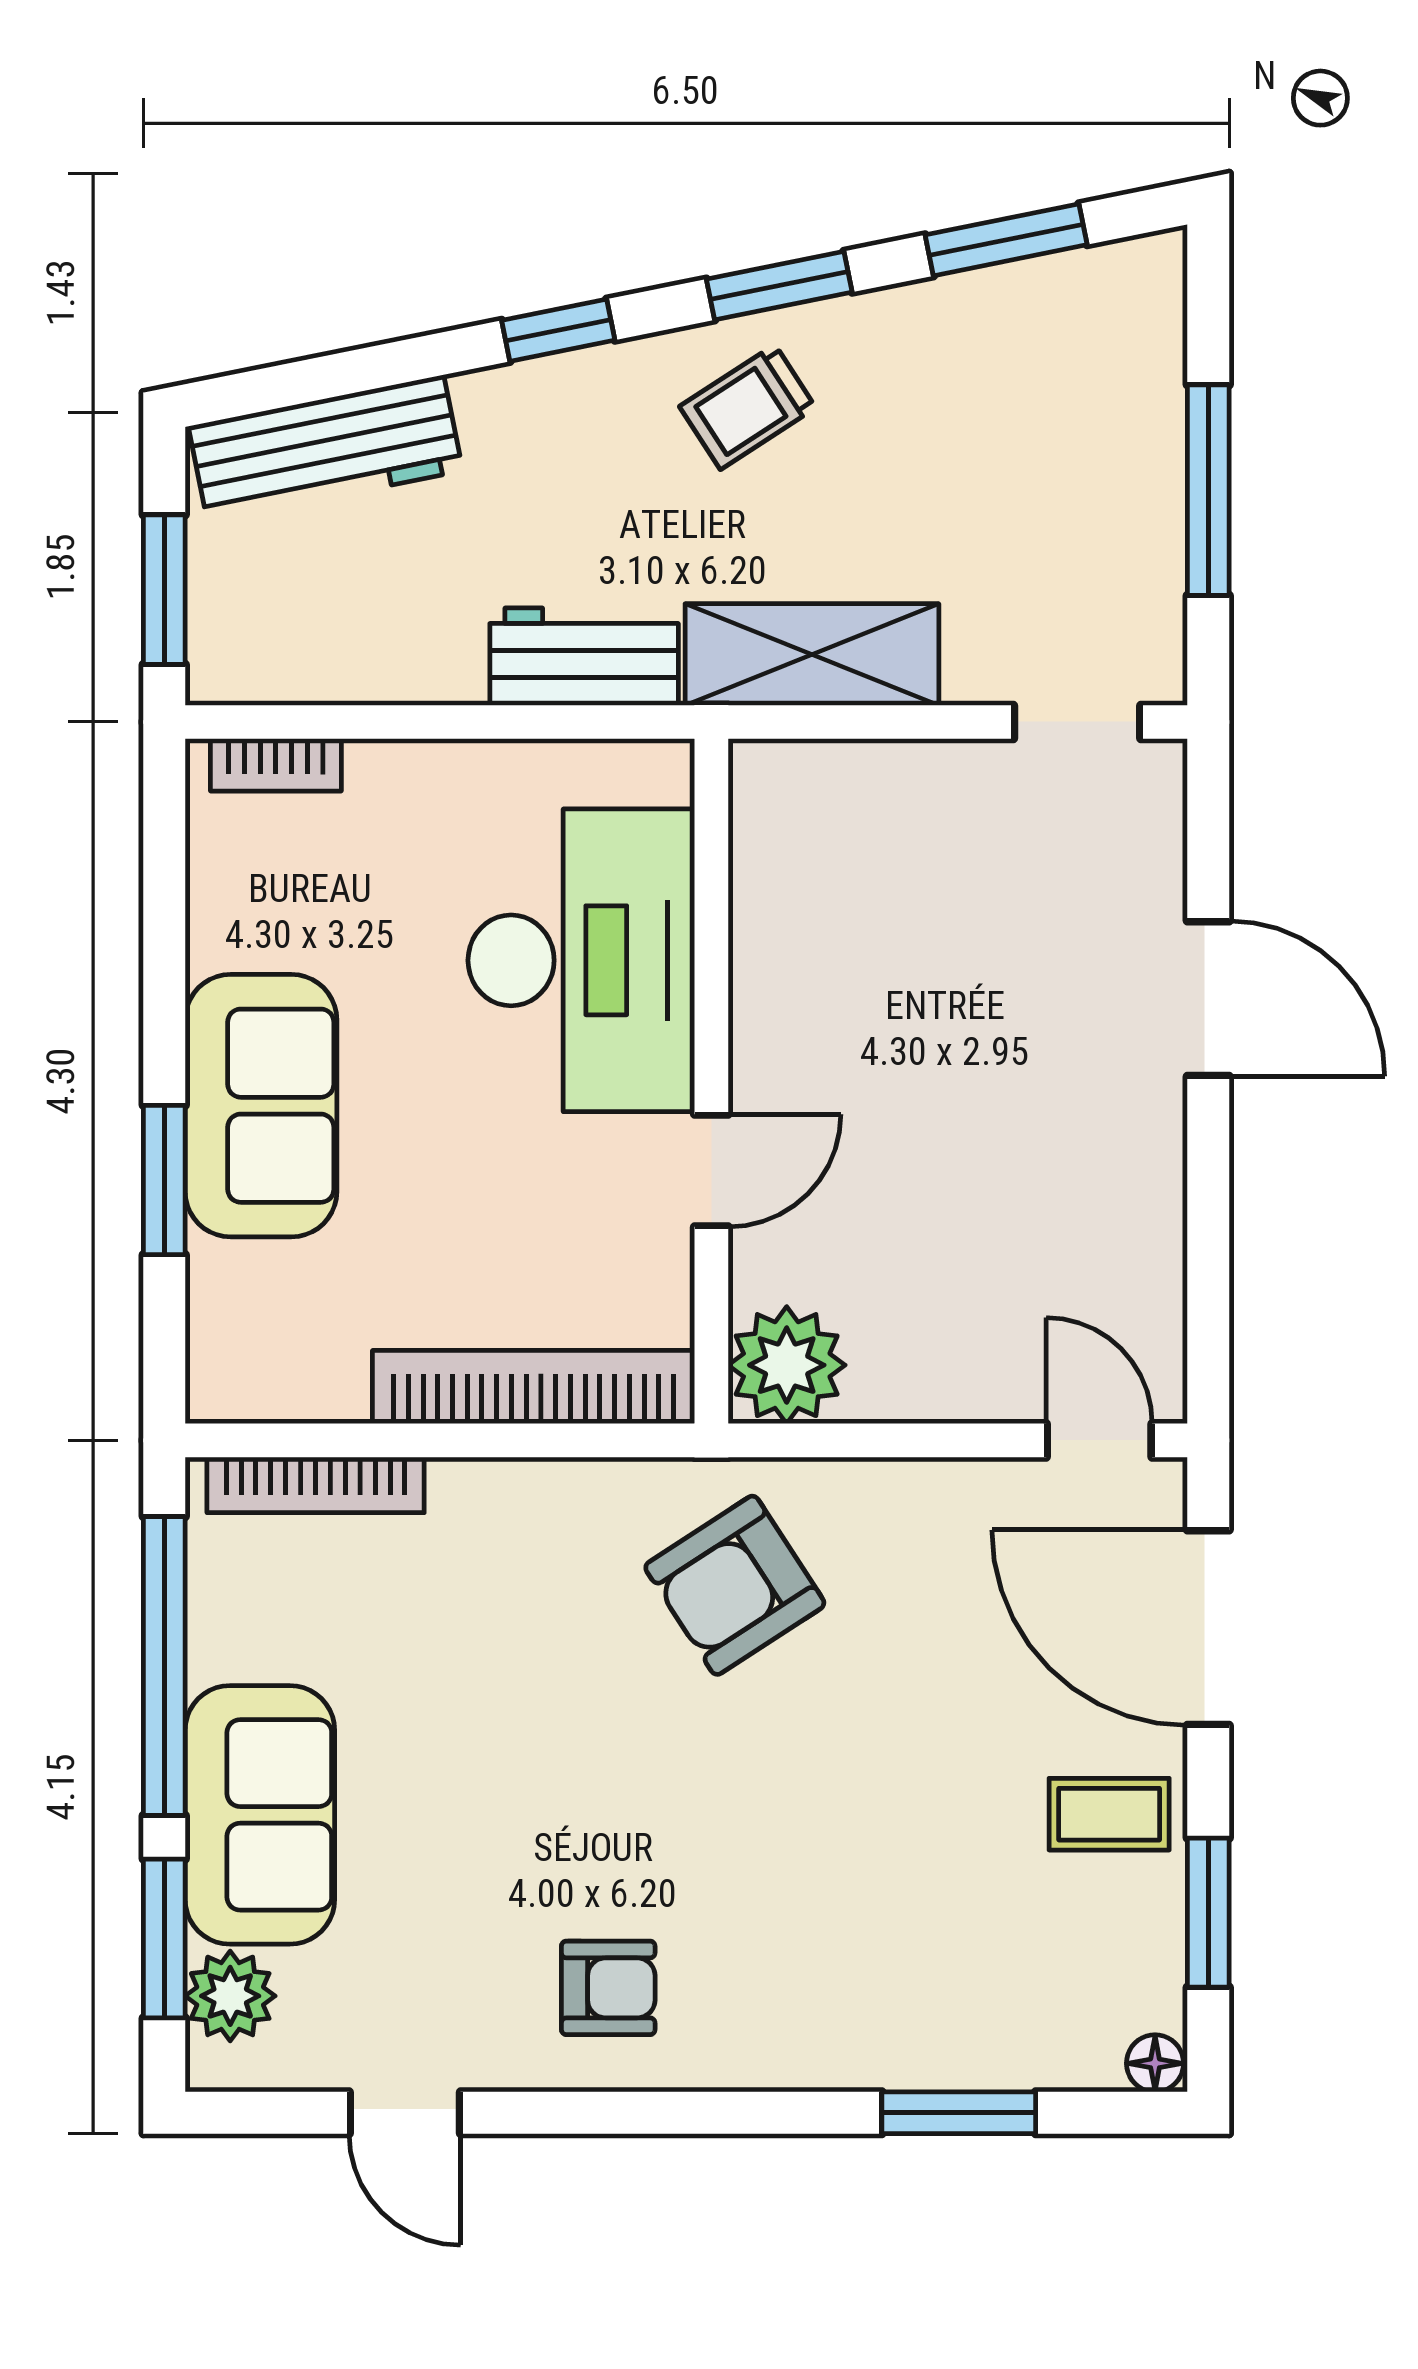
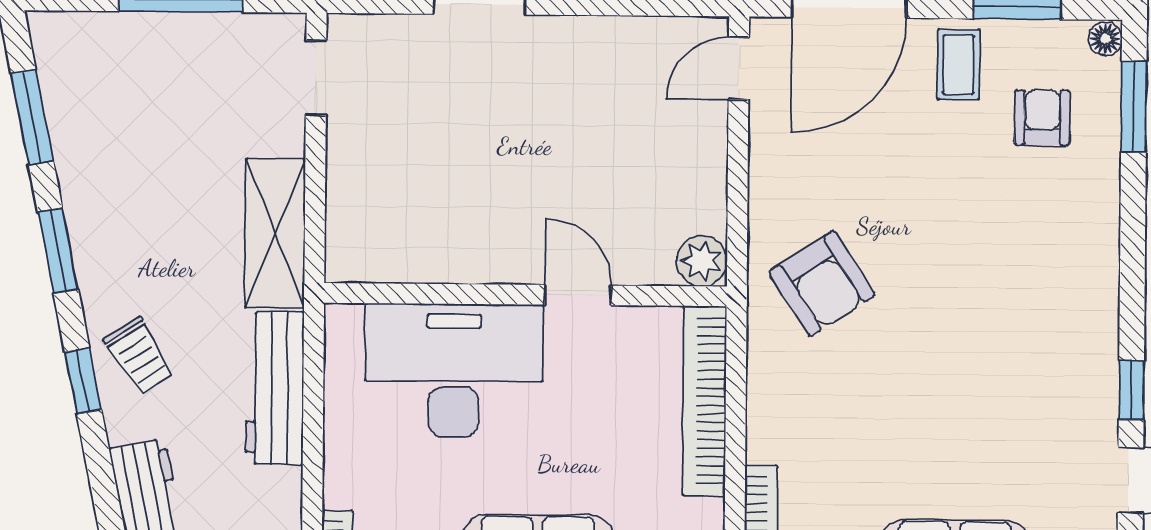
trolley: (748, 407) -> (139, 356), moved
workbench: (584, 657) -> (275, 388), width x1.38
plant: (787, 1365) -> (702, 261), width x0.73, depth x0.73
armchair: (608, 1988) -> (1042, 118), moved
window: (559, 2113) -> (1131, 390), added
window: (959, 2113) -> (1134, 107), moved

